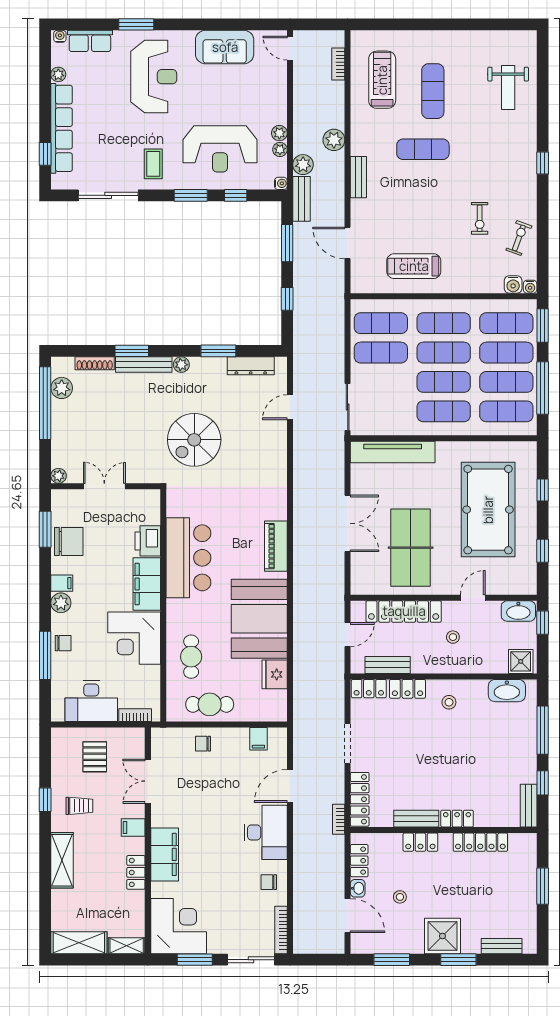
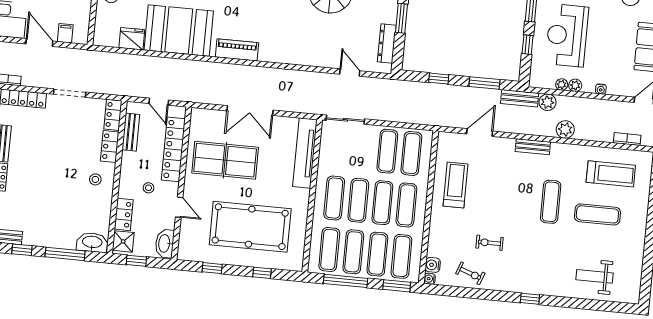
water cooler: (281, 183) -> (601, 89), moved
window: (543, 623) -> (136, 261), moved
locker: (488, 664) -> (124, 214), added
washbasin: (507, 691) -> (92, 242), moved, turned 90
filing cabinet: (258, 739) -> (65, 33), moved, turned 90

